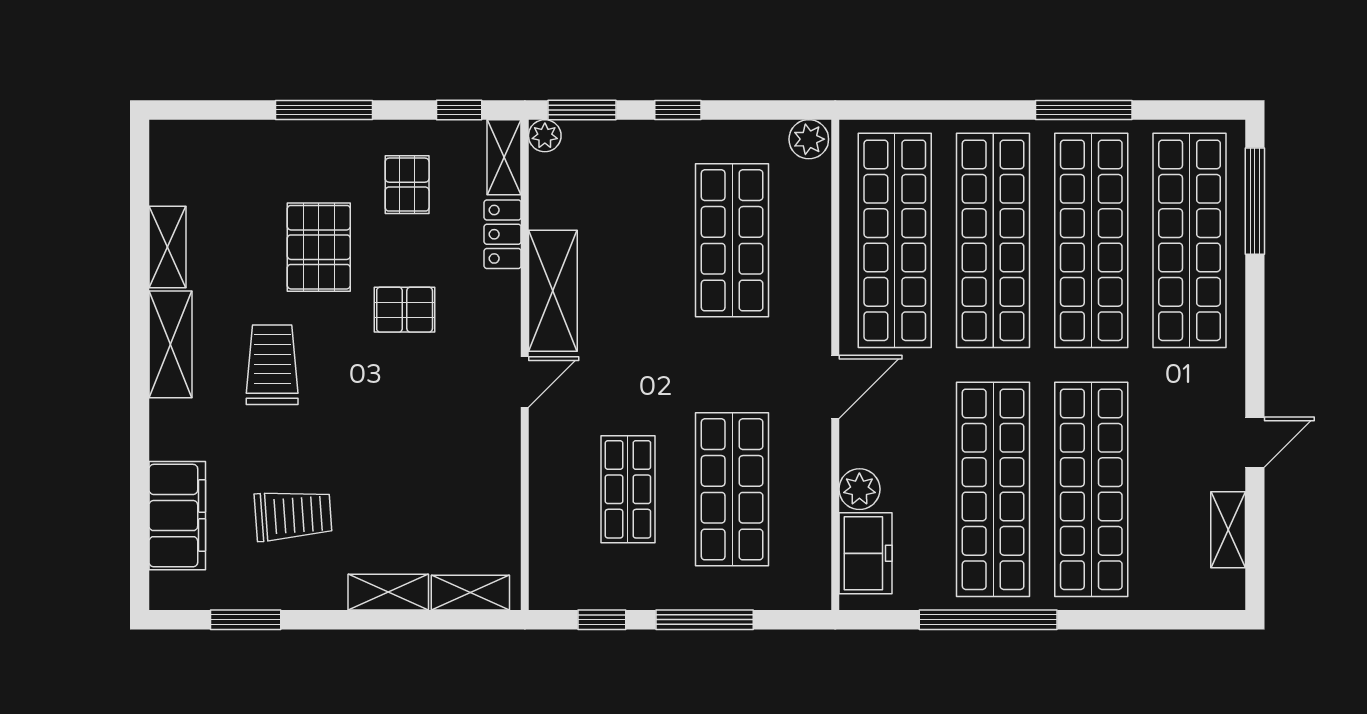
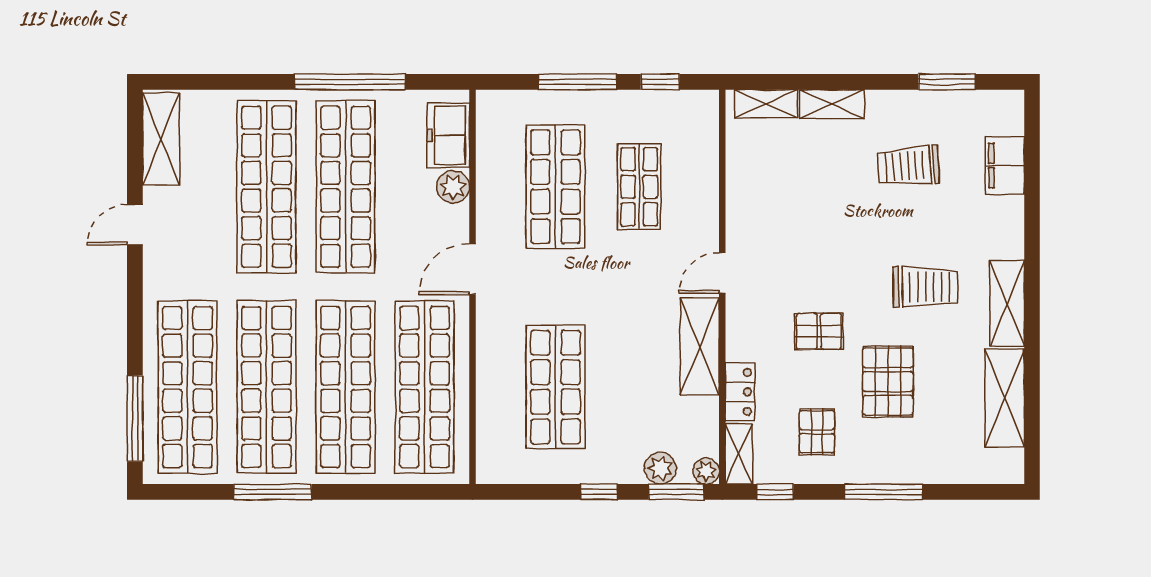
plant: (809, 139) -> (660, 468), moved
shelving: (168, 247) -> (1005, 398), width x1.50, depth x1.33
trolley: (272, 365) -> (925, 287), turned -90
filing cabinet: (177, 516) -> (1005, 166), width x0.67, depth x0.86
shelving: (1228, 530) -> (161, 139), width x1.50, depth x1.33

